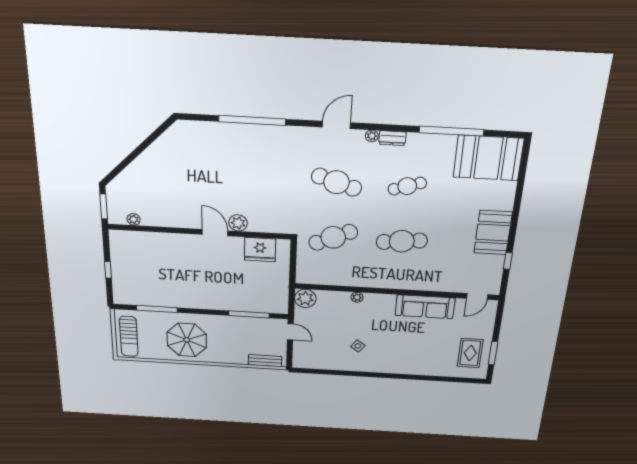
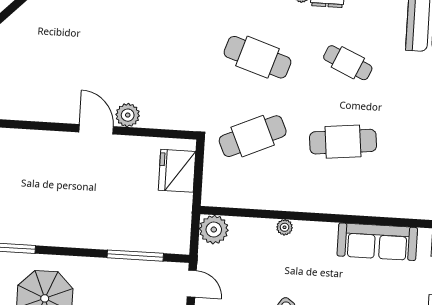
cafe table: (407, 186) -> (348, 63), turned 42
fridge: (260, 250) -> (177, 171), moved, turned 90

